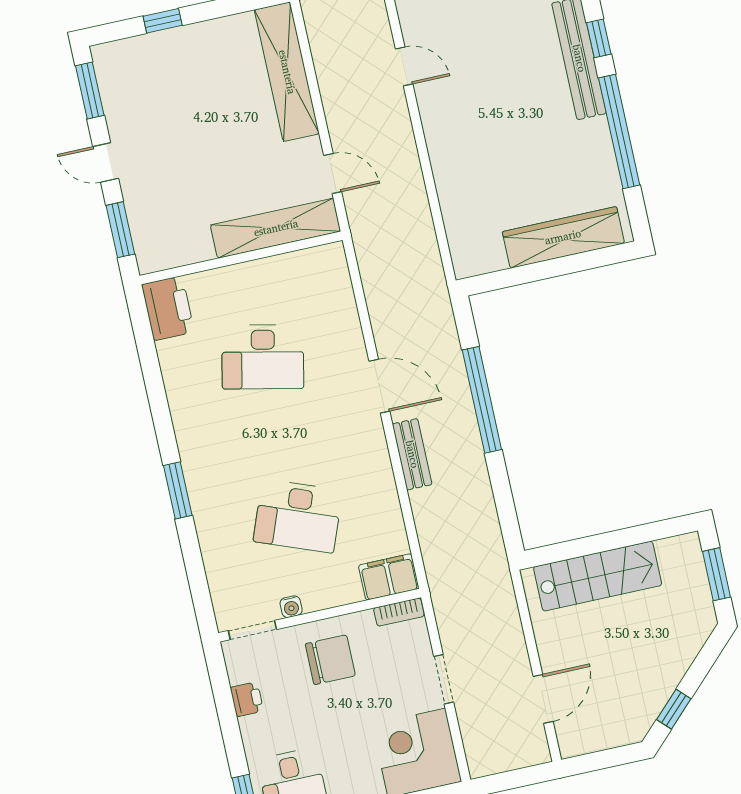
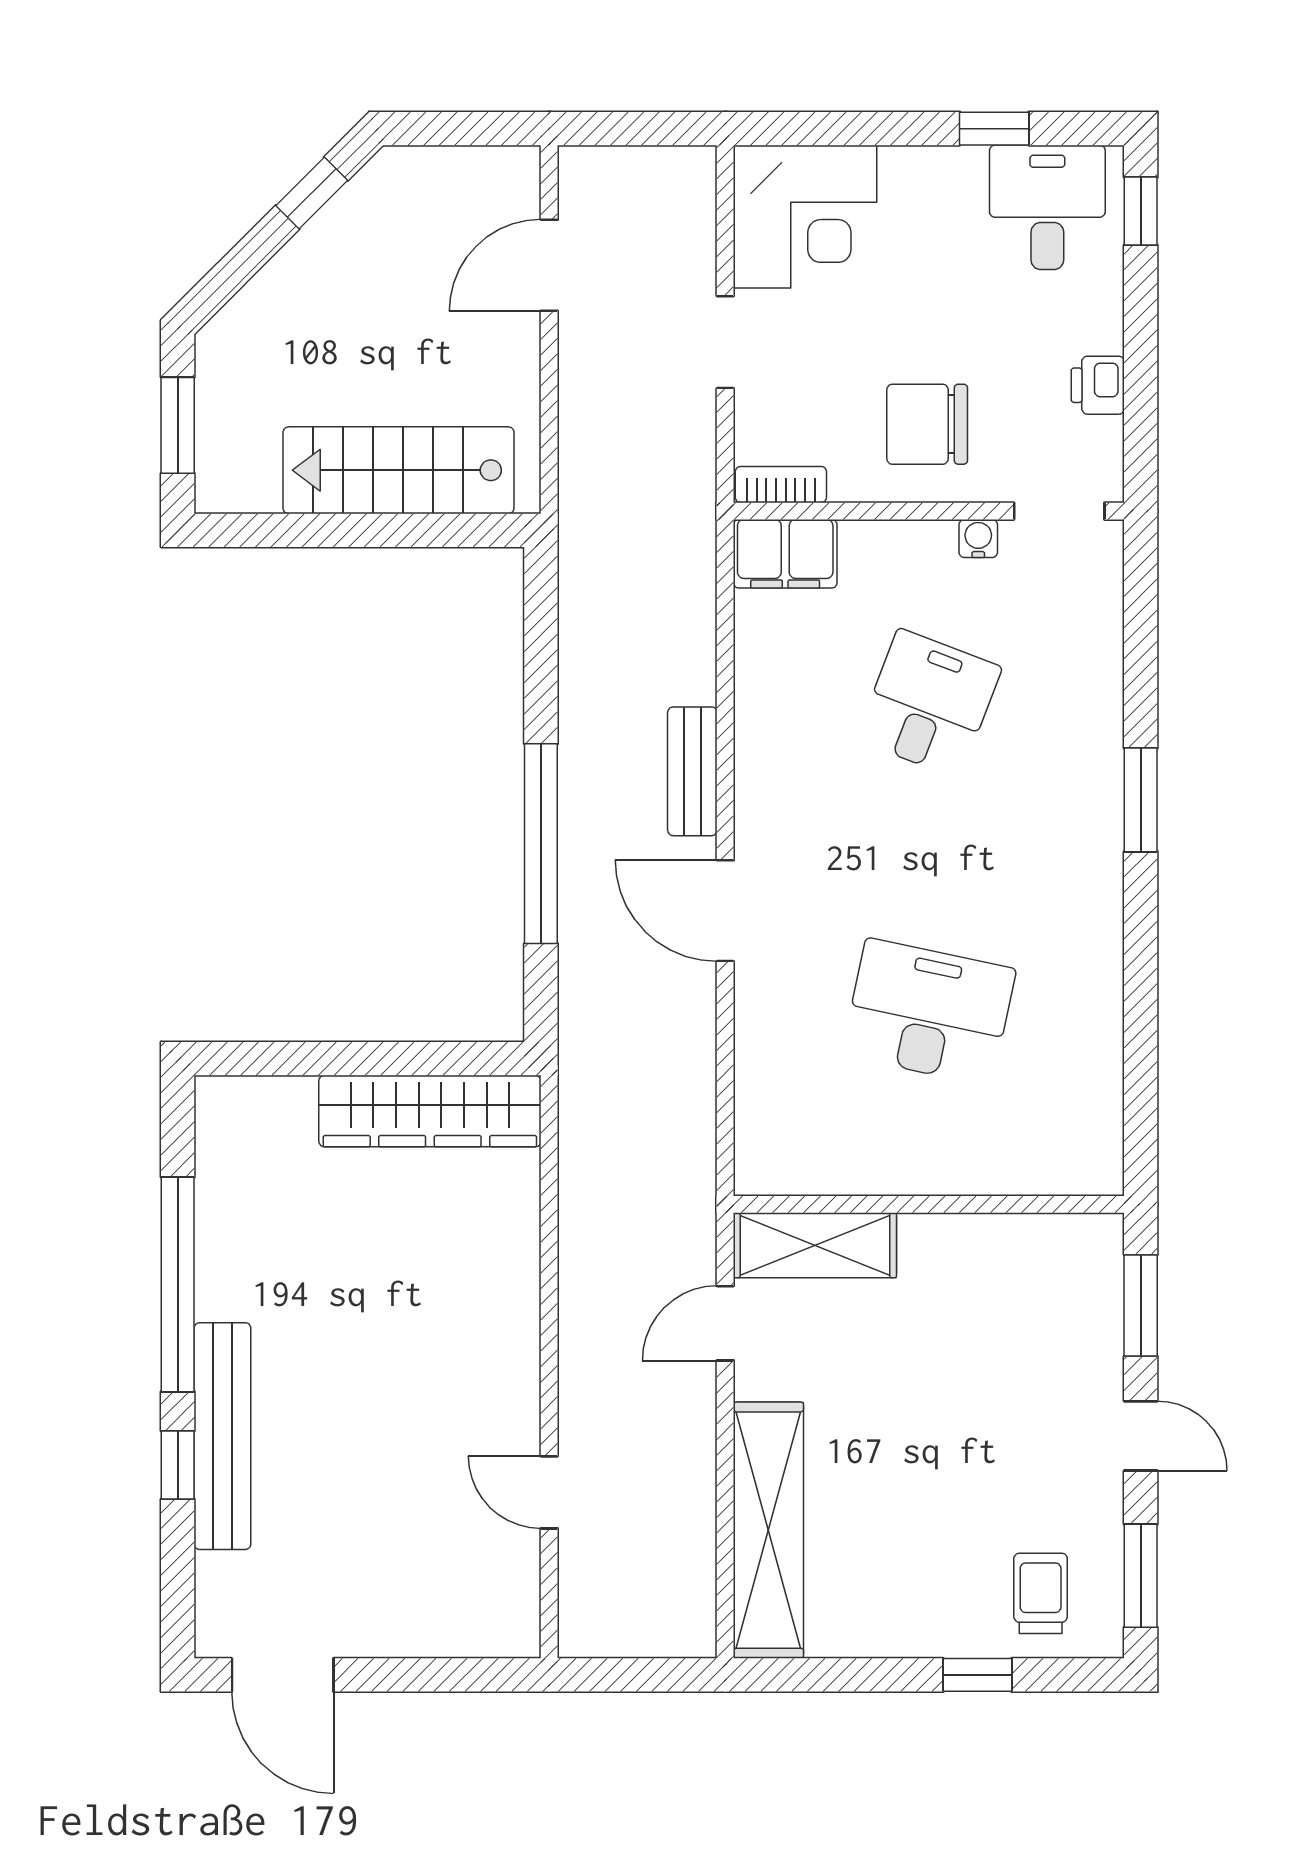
trolley: (139, 70) -> (1041, 1593), added
door: (333, 174) -> (725, 1323), hinge flipped
shelving: (276, 228) -> (815, 1245), width x0.68
wardrobe: (563, 237) -> (430, 1111), moved
printer: (168, 308) -> (1085, 1141), removed
desk: (298, 516) -> (929, 703), width x0.73

